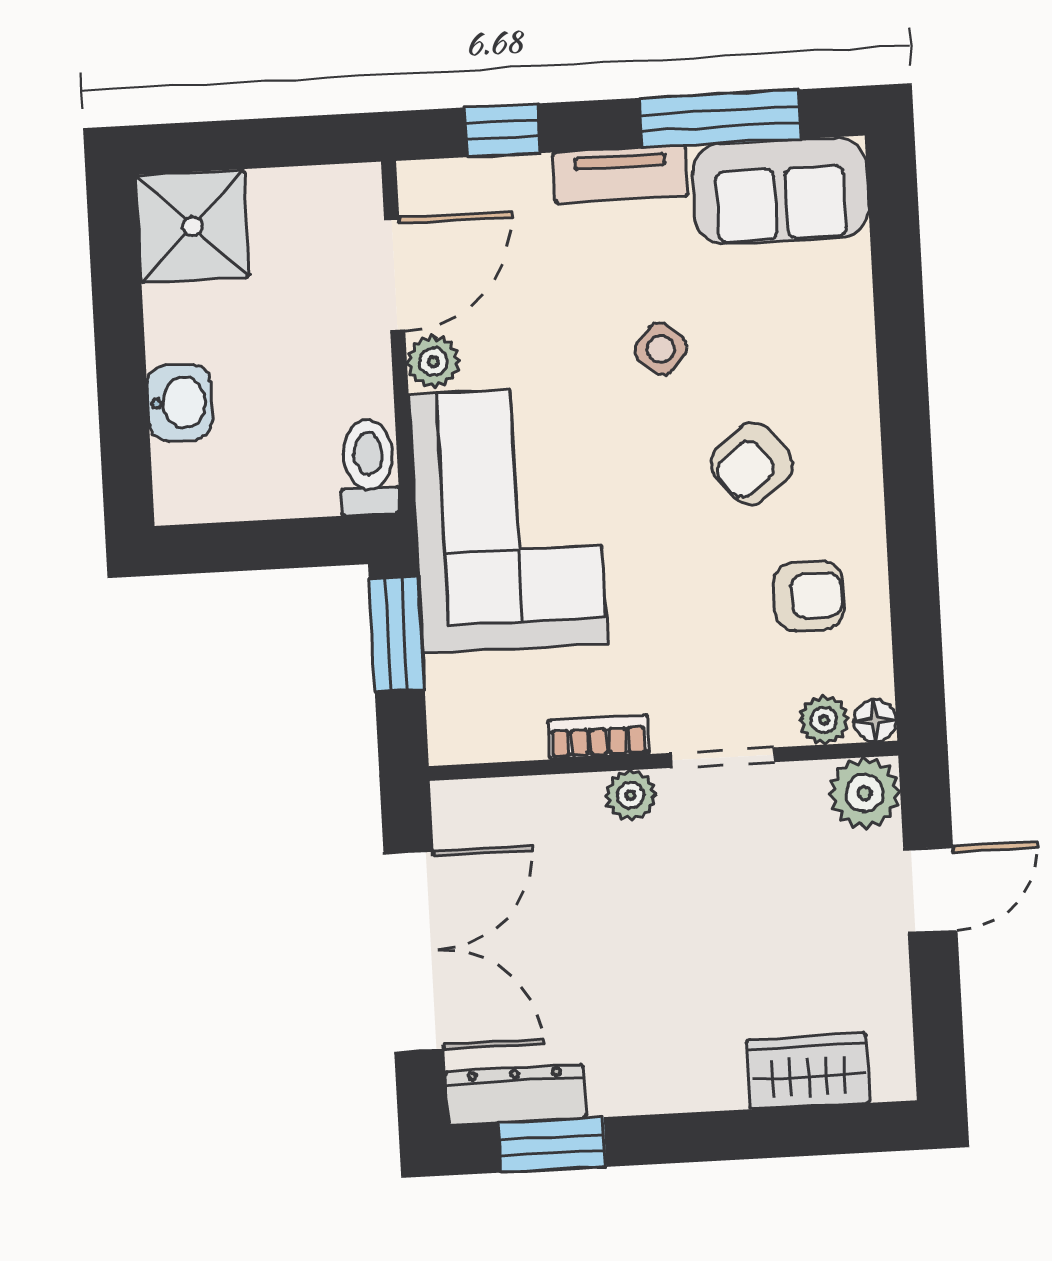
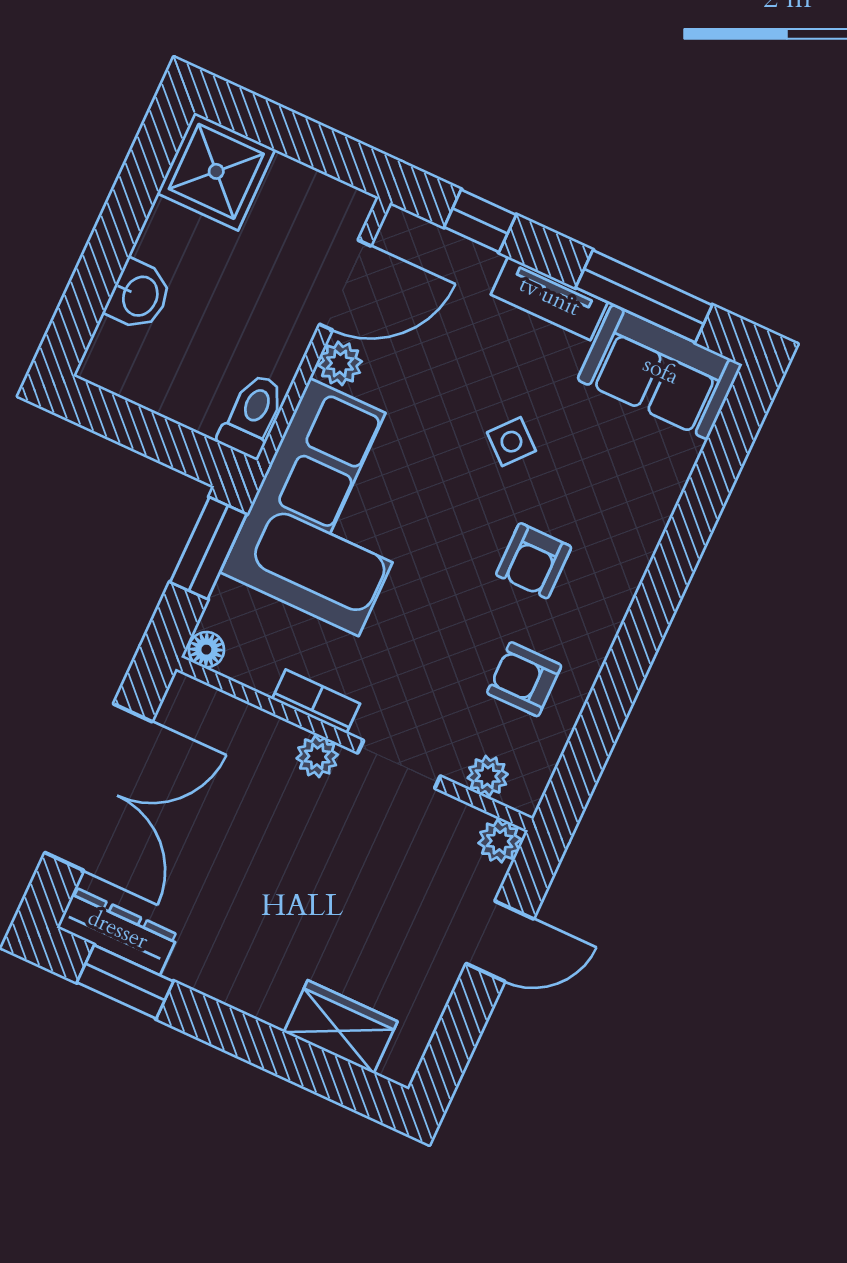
armchair: (752, 464) -> (534, 561), turned -52
armchair: (809, 596) -> (524, 679), turned 180
floor lamp: (875, 721) -> (206, 650), moved
plant: (864, 793) -> (500, 841), width x0.73, depth x0.73

